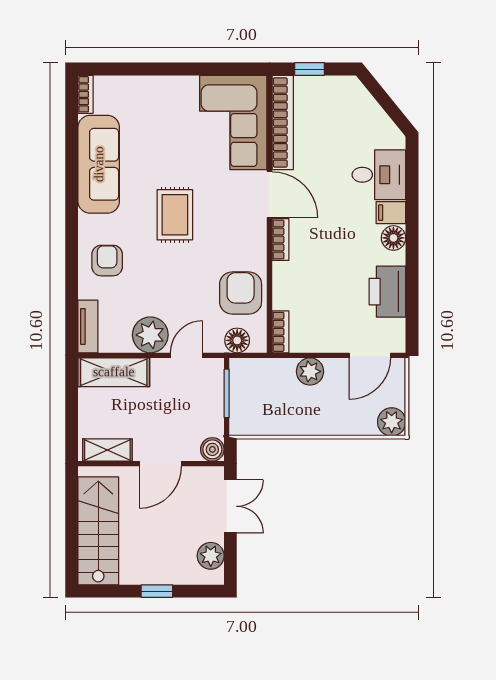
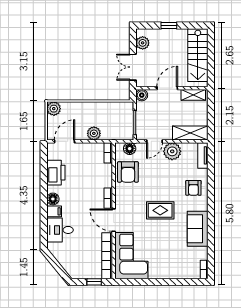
sofa: (99, 164) -> (198, 229), width x0.73
rug: (175, 215) -> (160, 210), turned 90

